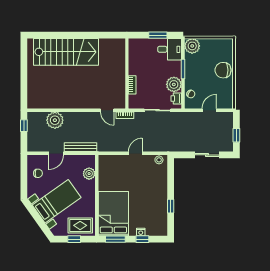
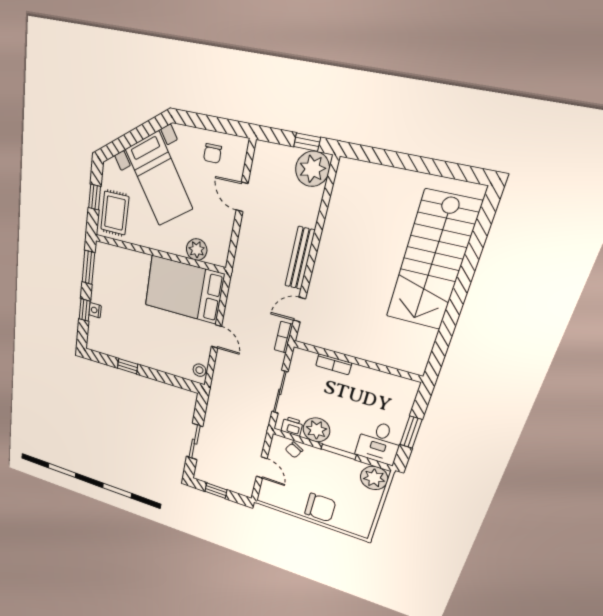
chair: (223, 70) -> (320, 508), turned 90
plant: (55, 120) -> (312, 169), moved
bench: (81, 147) -> (300, 258), moved
bed: (113, 214) -> (184, 290), moved, turned 180

